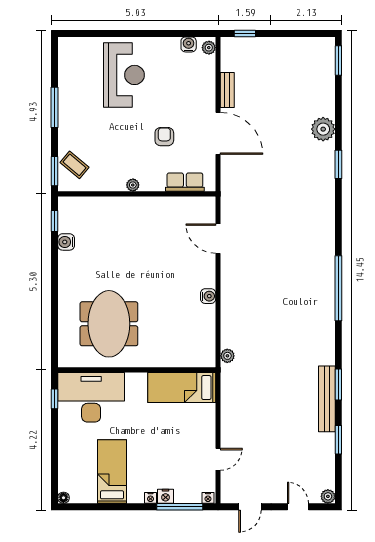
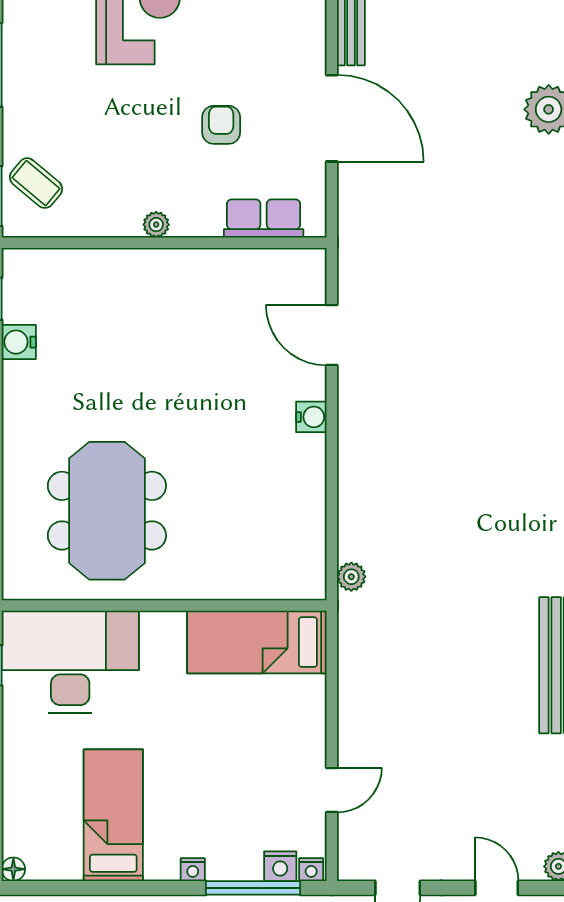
water cooler: (208, 296) -> (311, 417), moved
nightstand: (166, 496) -> (280, 866), moved

